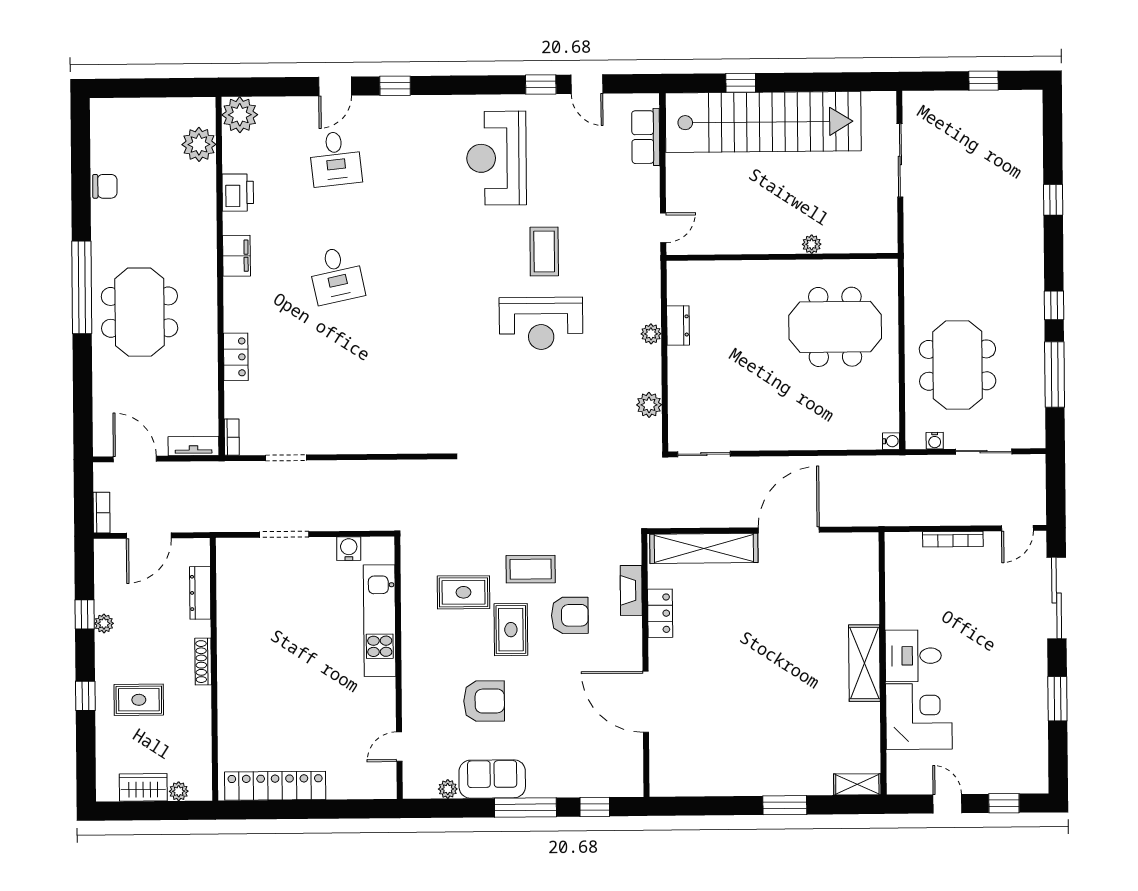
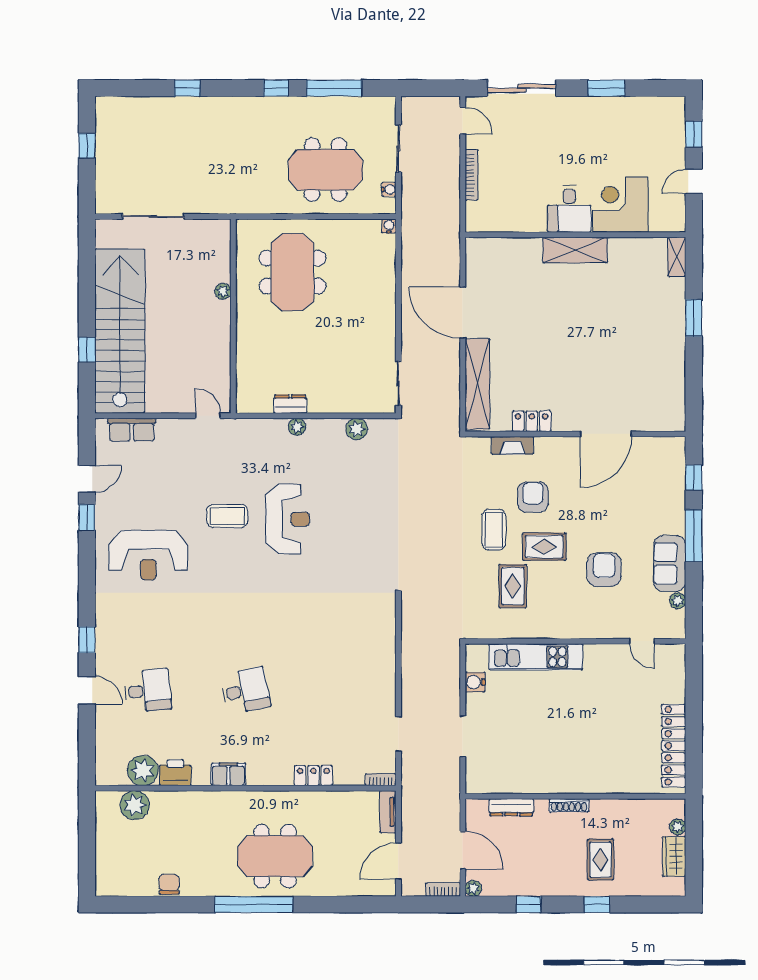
plant: (240, 115) -> (143, 771), moved
plant: (104, 623) -> (473, 888), moved

